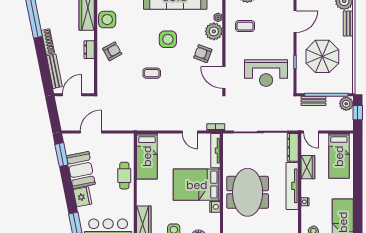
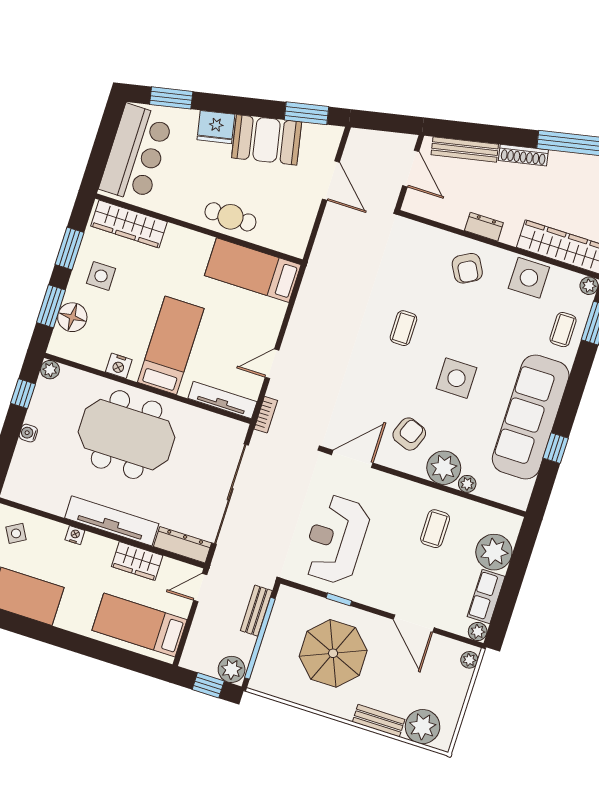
bed: (197, 185) -> (171, 345), width x0.67

